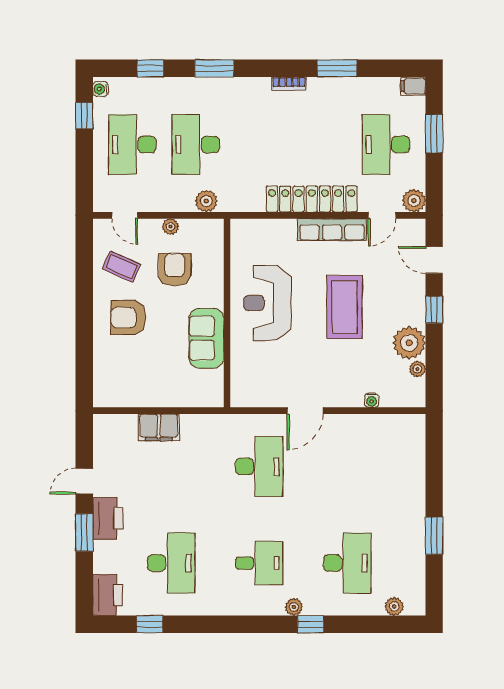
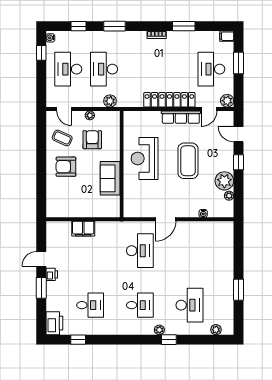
printer: (108, 518) -> (52, 274), width x0.53, depth x0.68
desk: (171, 563) -> (90, 305), width x0.73

